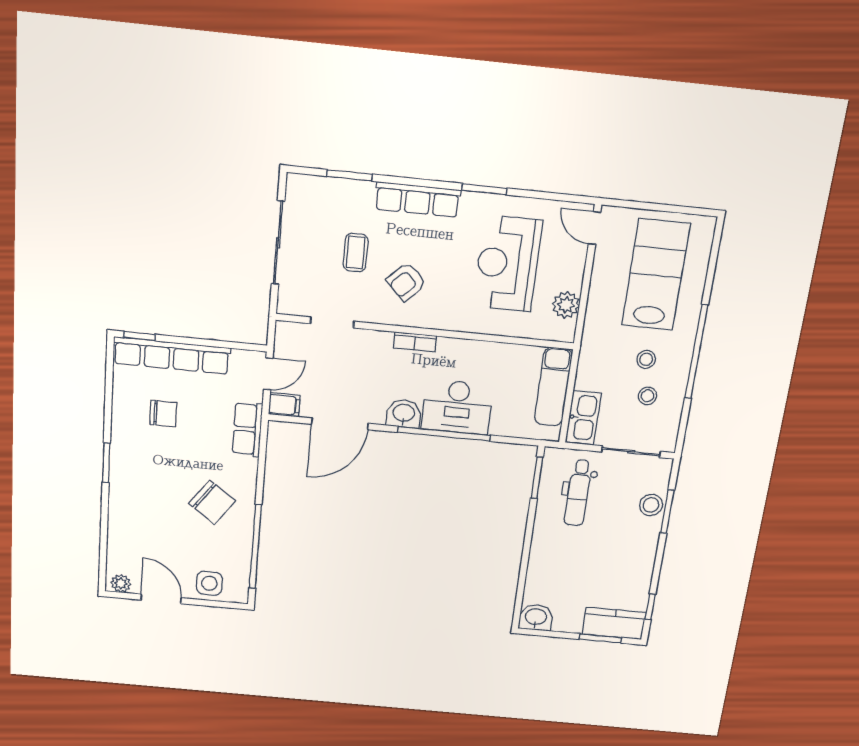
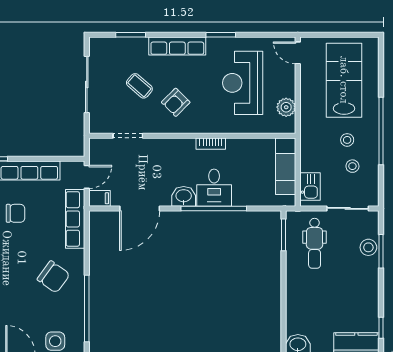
coffee table: (356, 253) -> (139, 86), turned -49
bookcase: (415, 342) -> (211, 144), moved
desk: (457, 407) -> (214, 188), width x0.73
kitchen sink: (583, 418) -> (310, 187), width x0.73
row of seats: (247, 429) -> (75, 219), width x1.48

